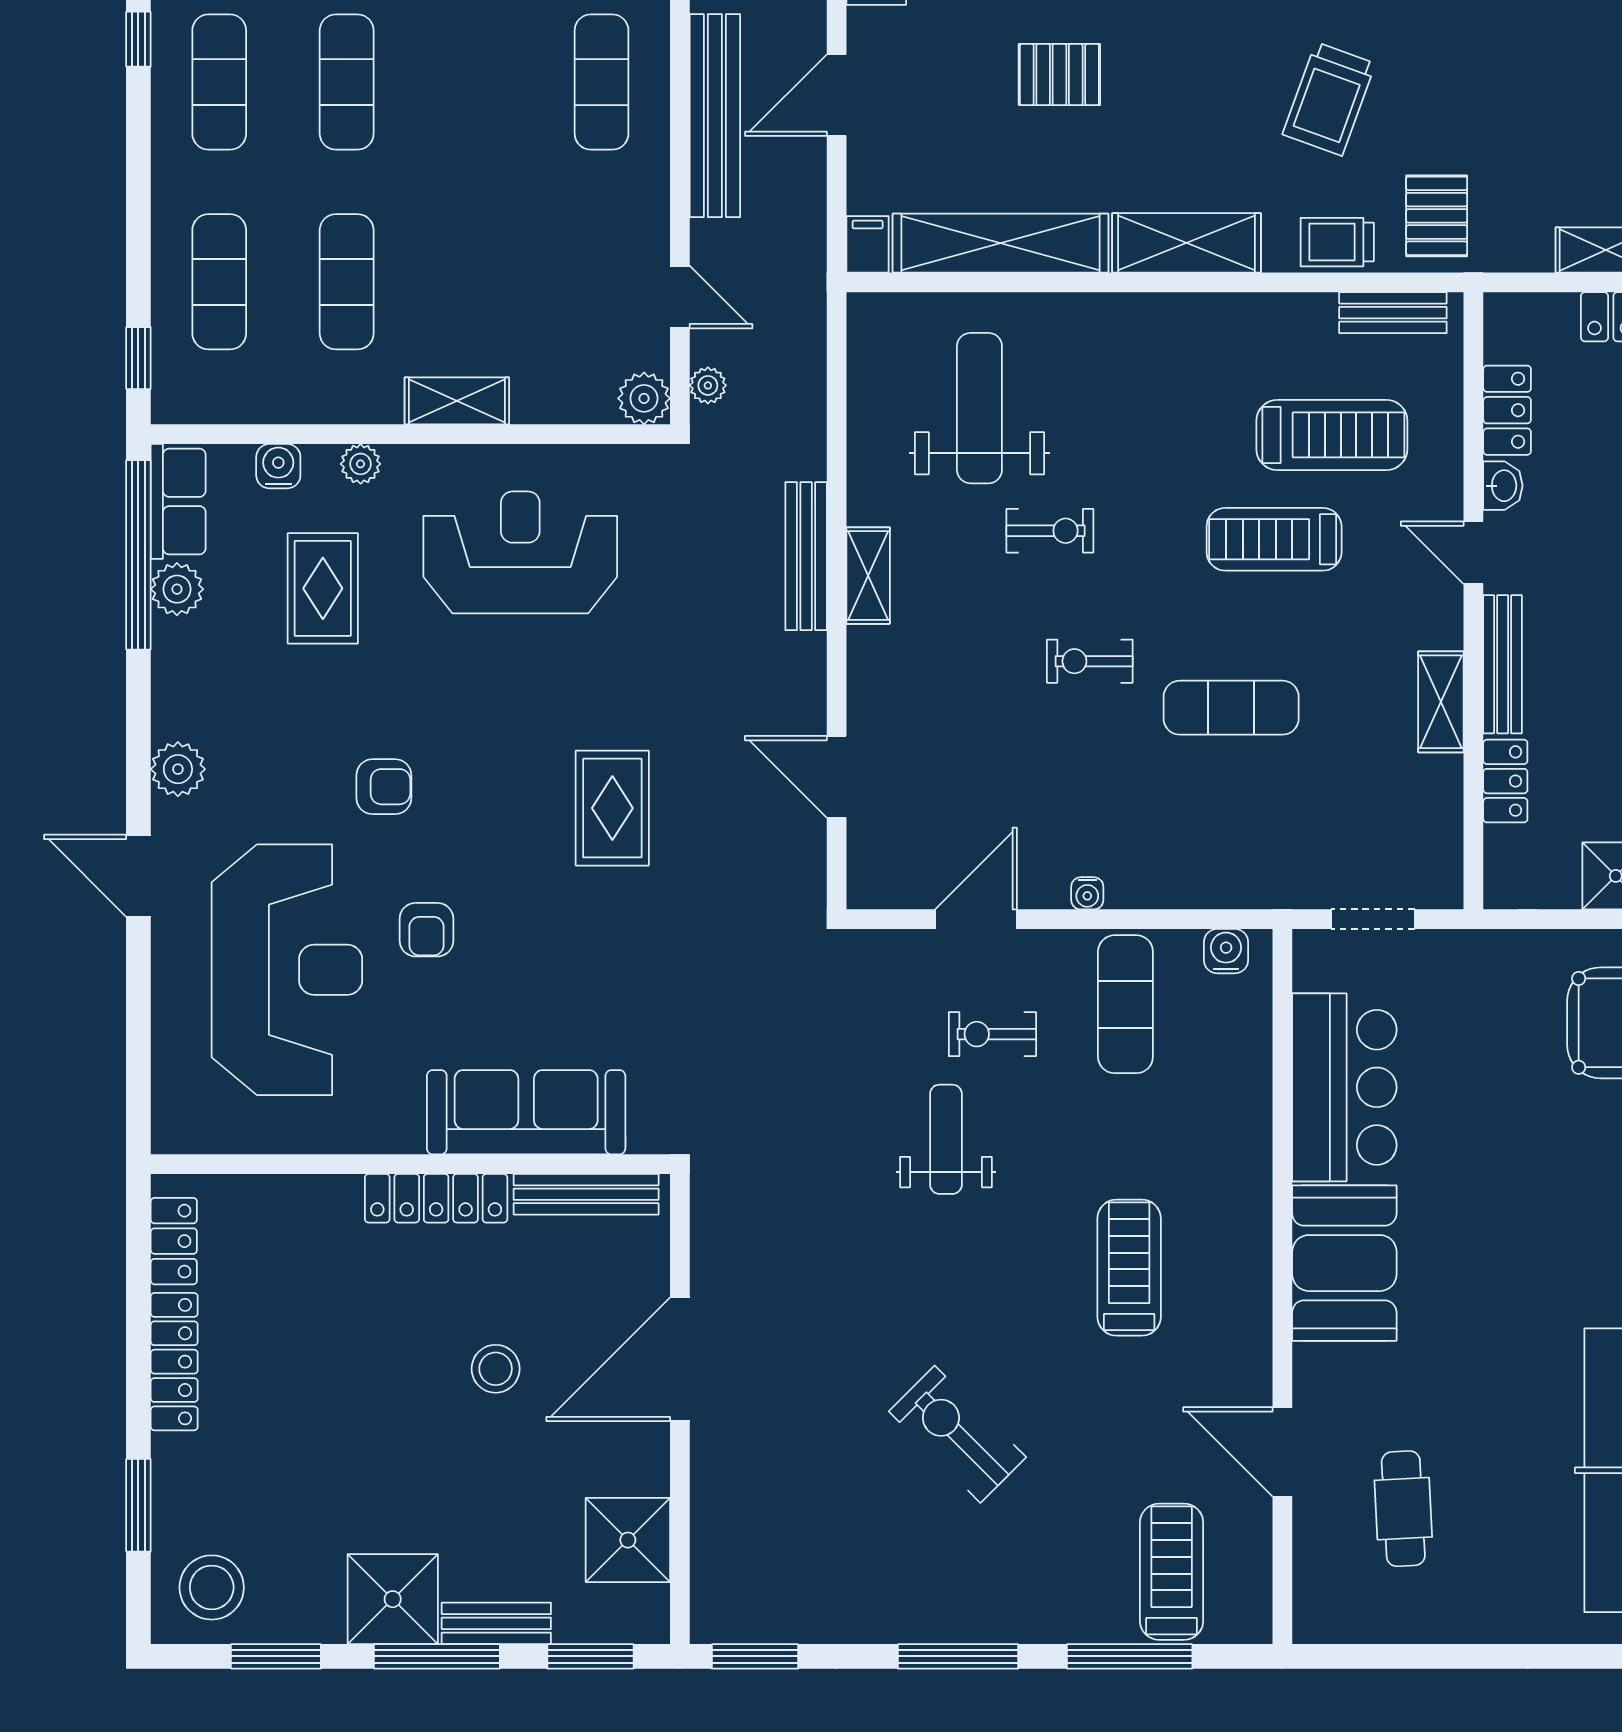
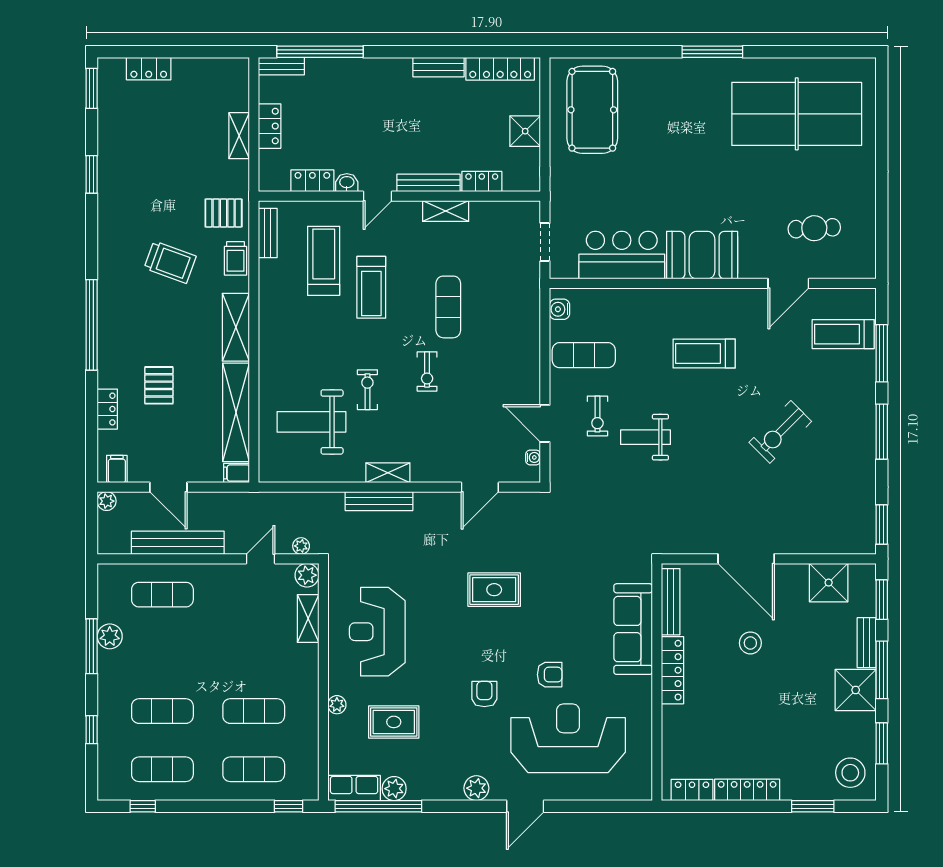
shelving: (457, 401) -> (308, 619), moved
water cooler: (278, 466) -> (338, 742), removed
water cooler: (1087, 893) -> (533, 457), moved

